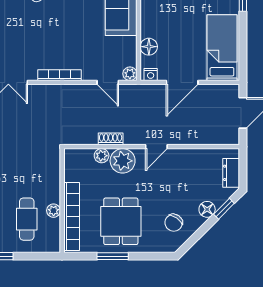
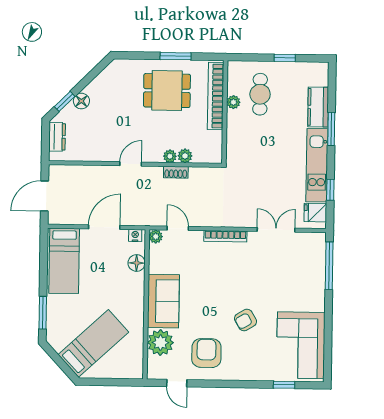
plant: (123, 161) -> (170, 156), width x0.53, depth x0.53
dining table: (121, 221) -> (167, 91), turned 90
chair: (174, 223) -> (115, 88), removed

